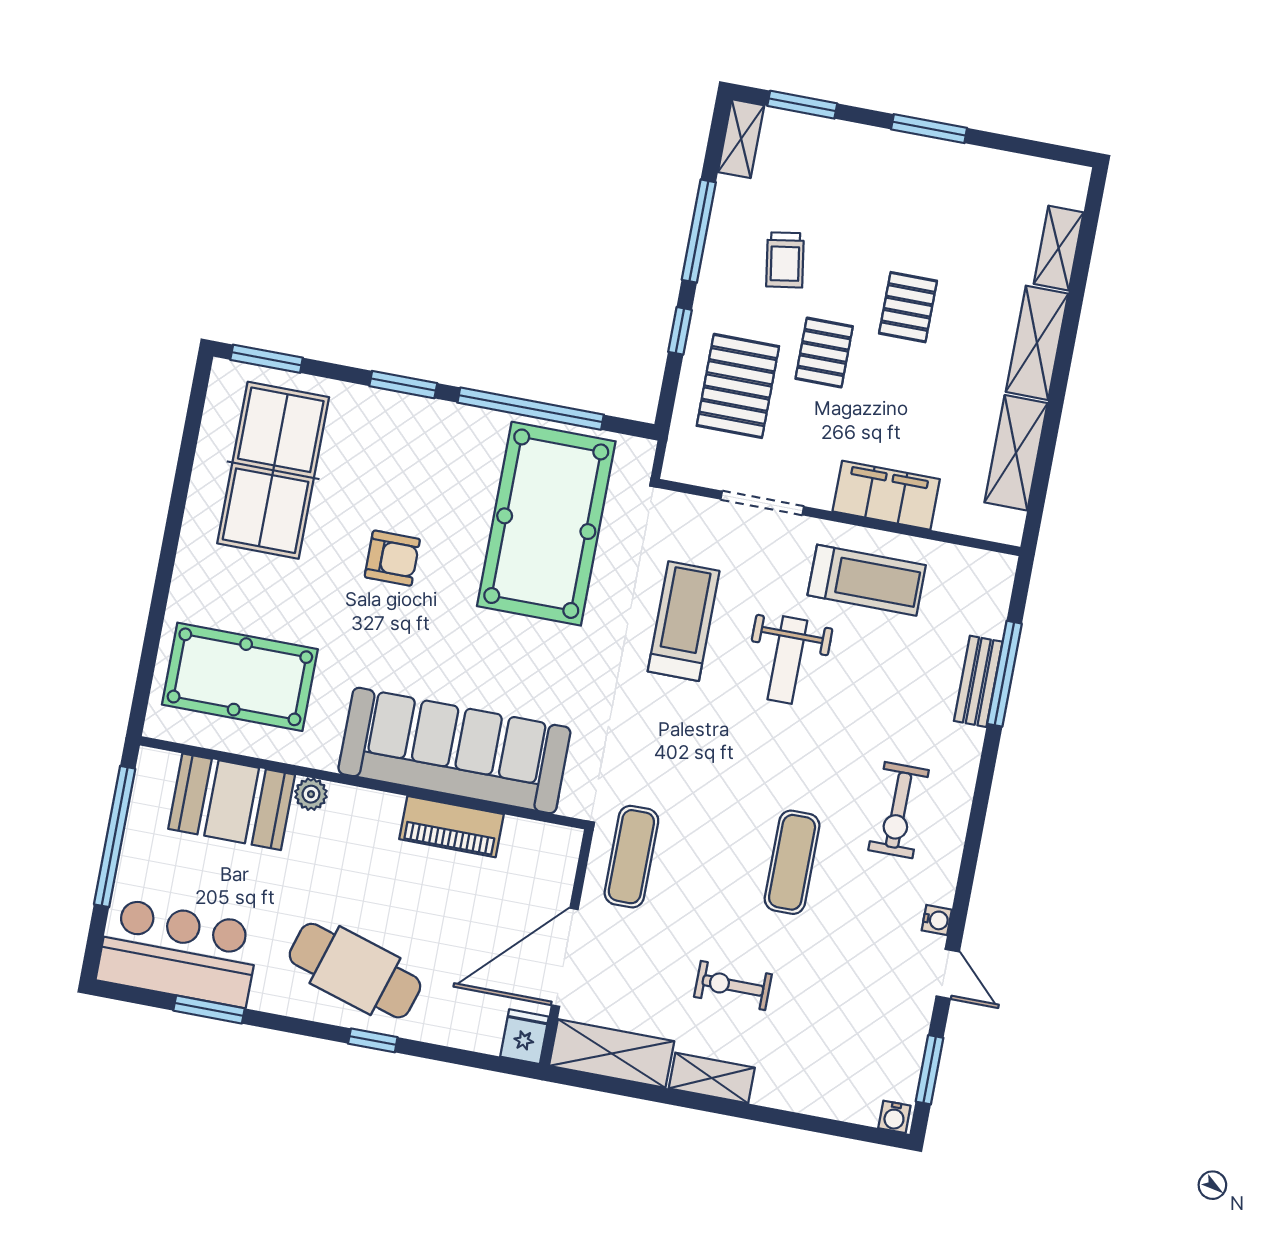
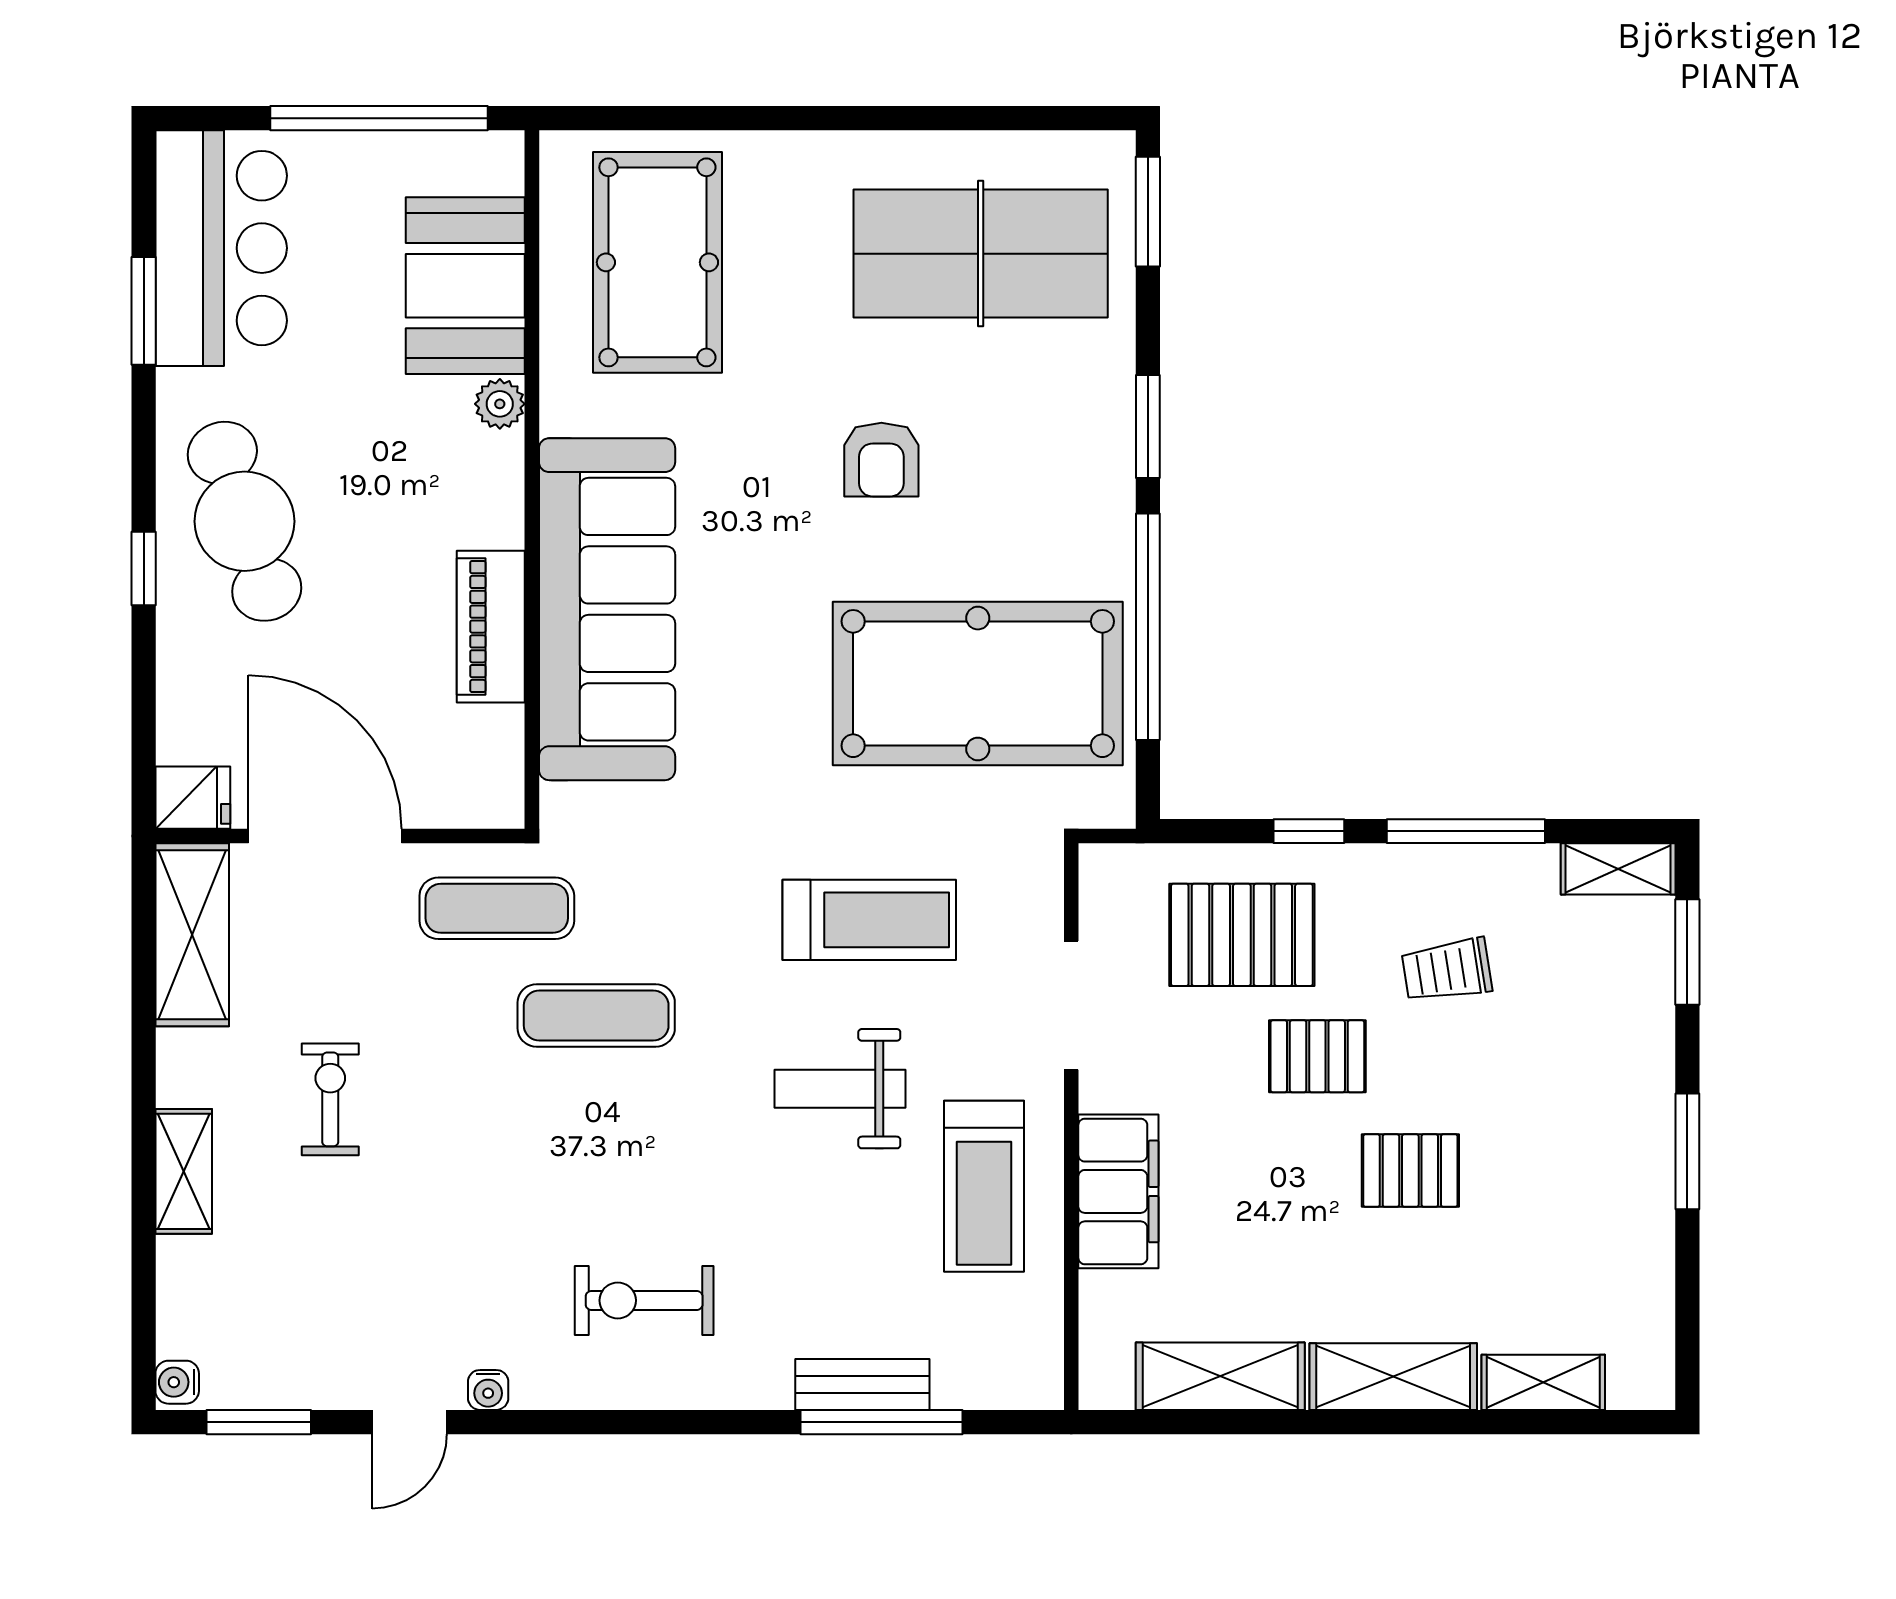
exercise mat: (792, 862) -> (596, 1015), moved
cafe table: (355, 971) -> (245, 521), turned -35
shelving: (712, 1078) -> (184, 1171), moved

